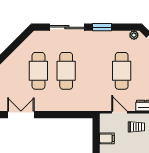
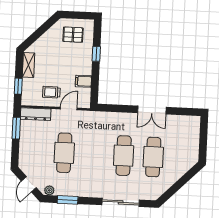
window: (102, 27) -> (68, 200), moved
door: (119, 112) -> (69, 109), swing flipped
double door: (21, 115) -> (152, 110), moved

